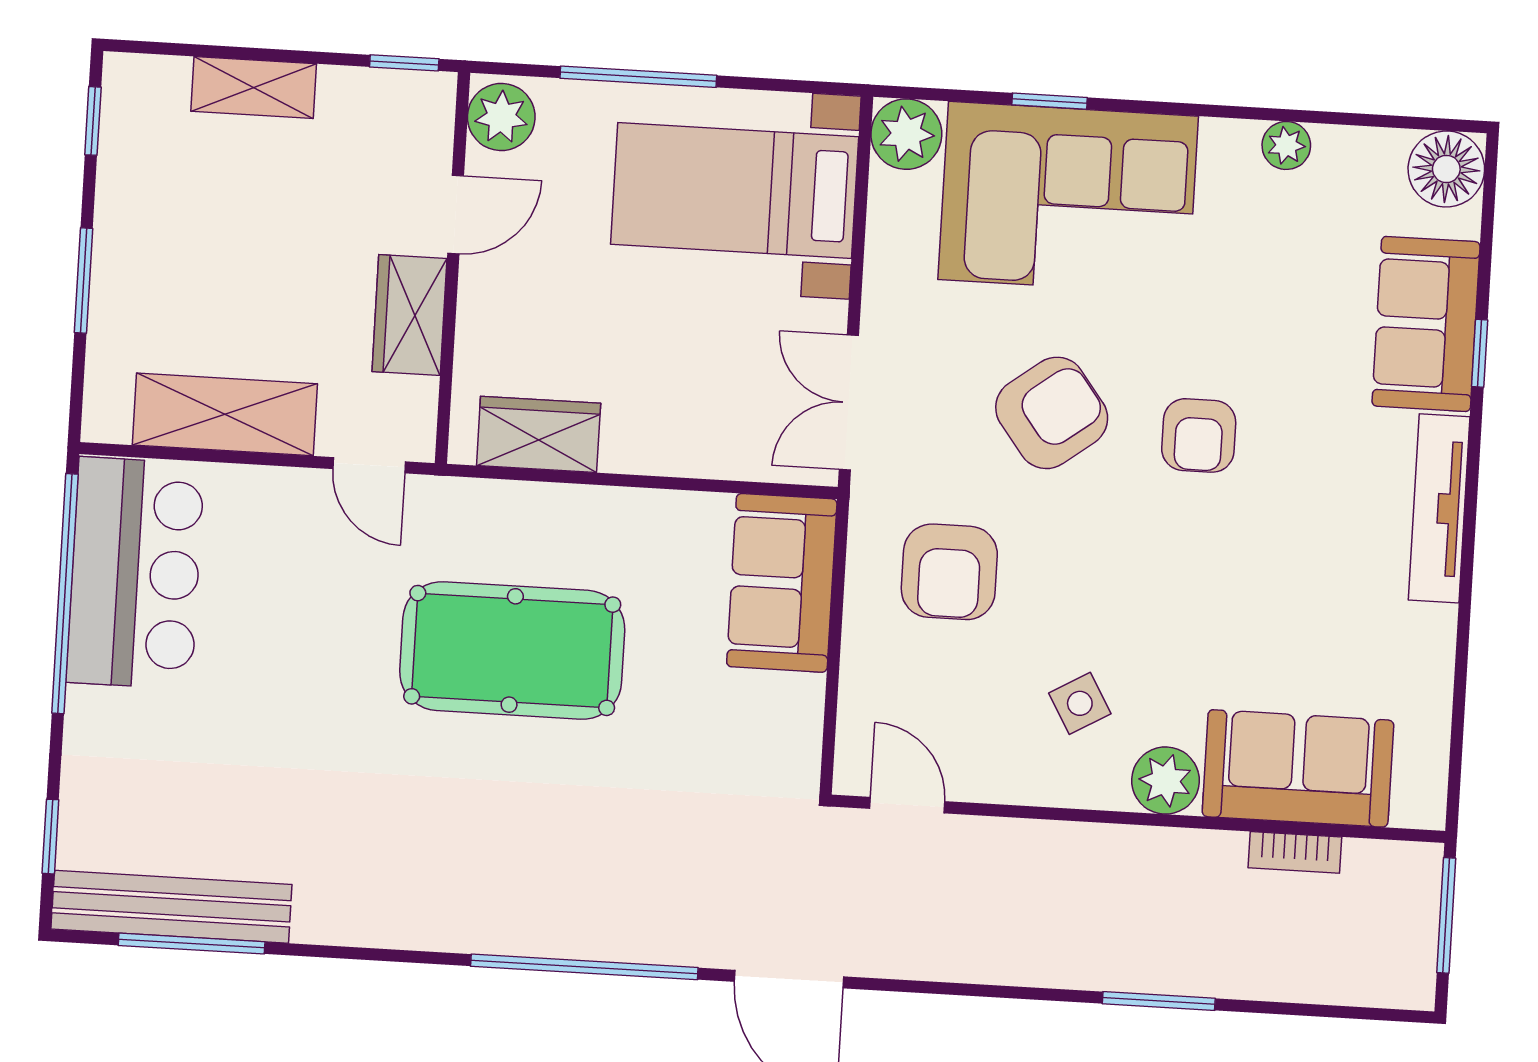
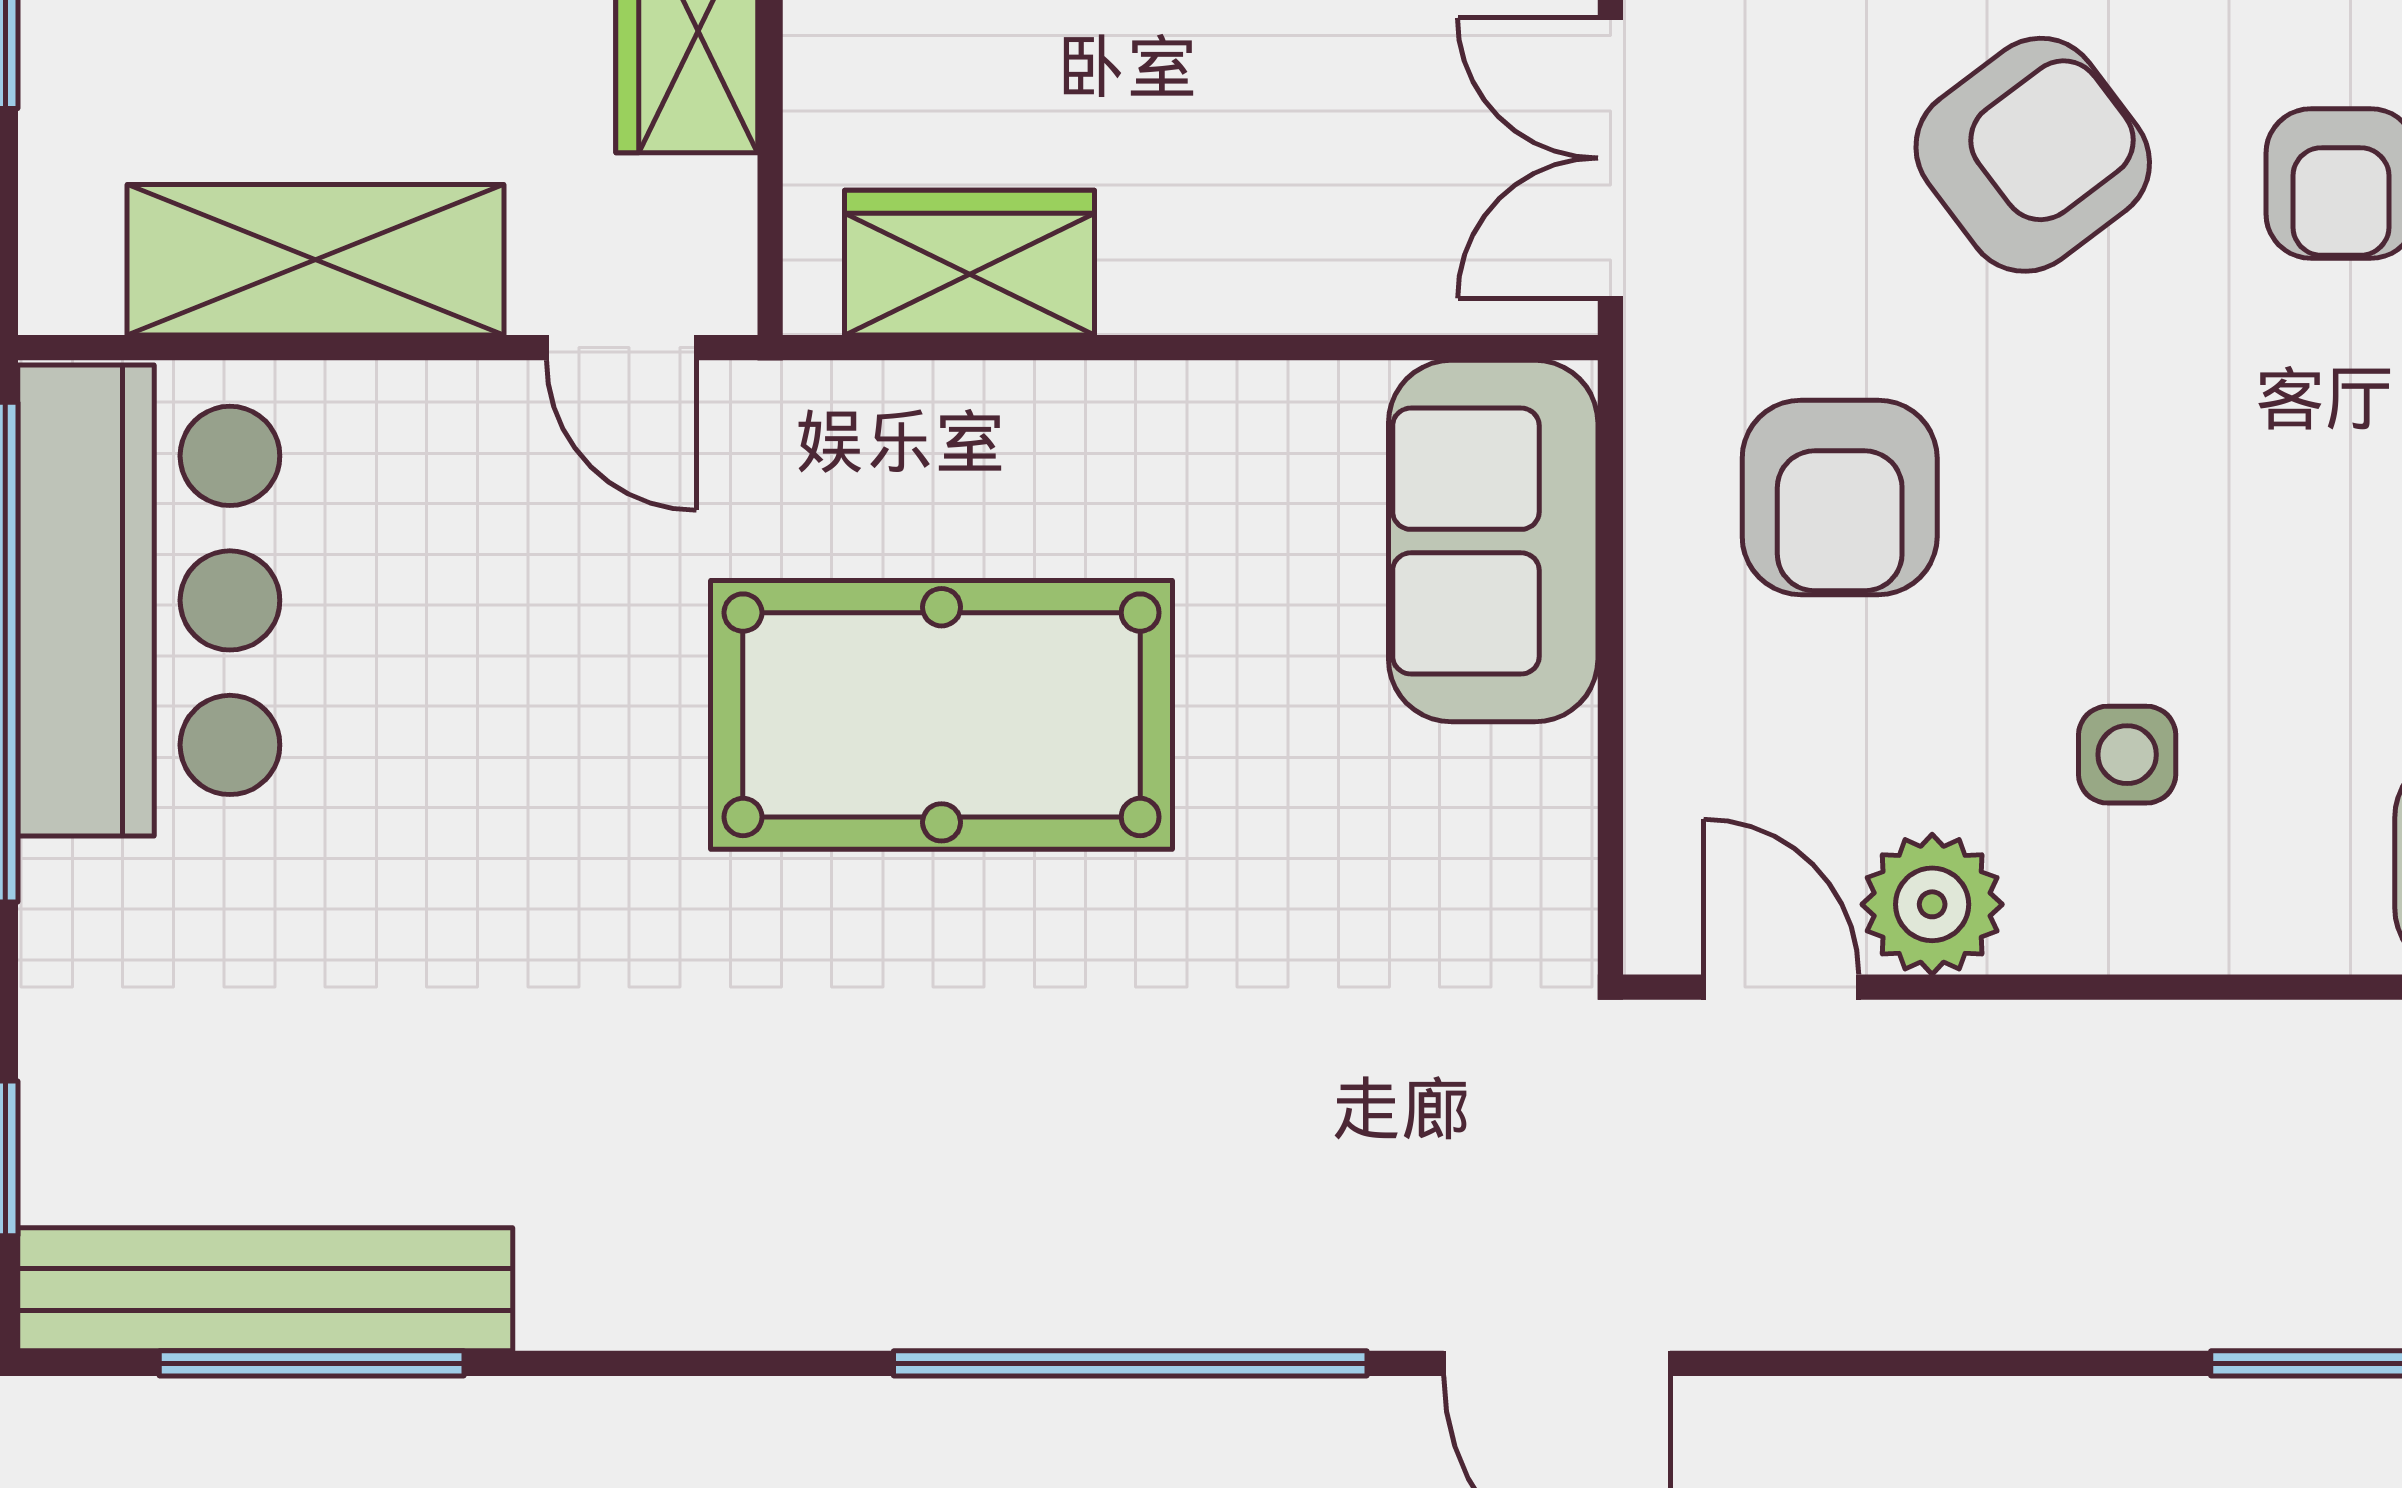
side table: (1080, 703) -> (2127, 755), turned 30
plant: (1165, 781) -> (1932, 904), moved

